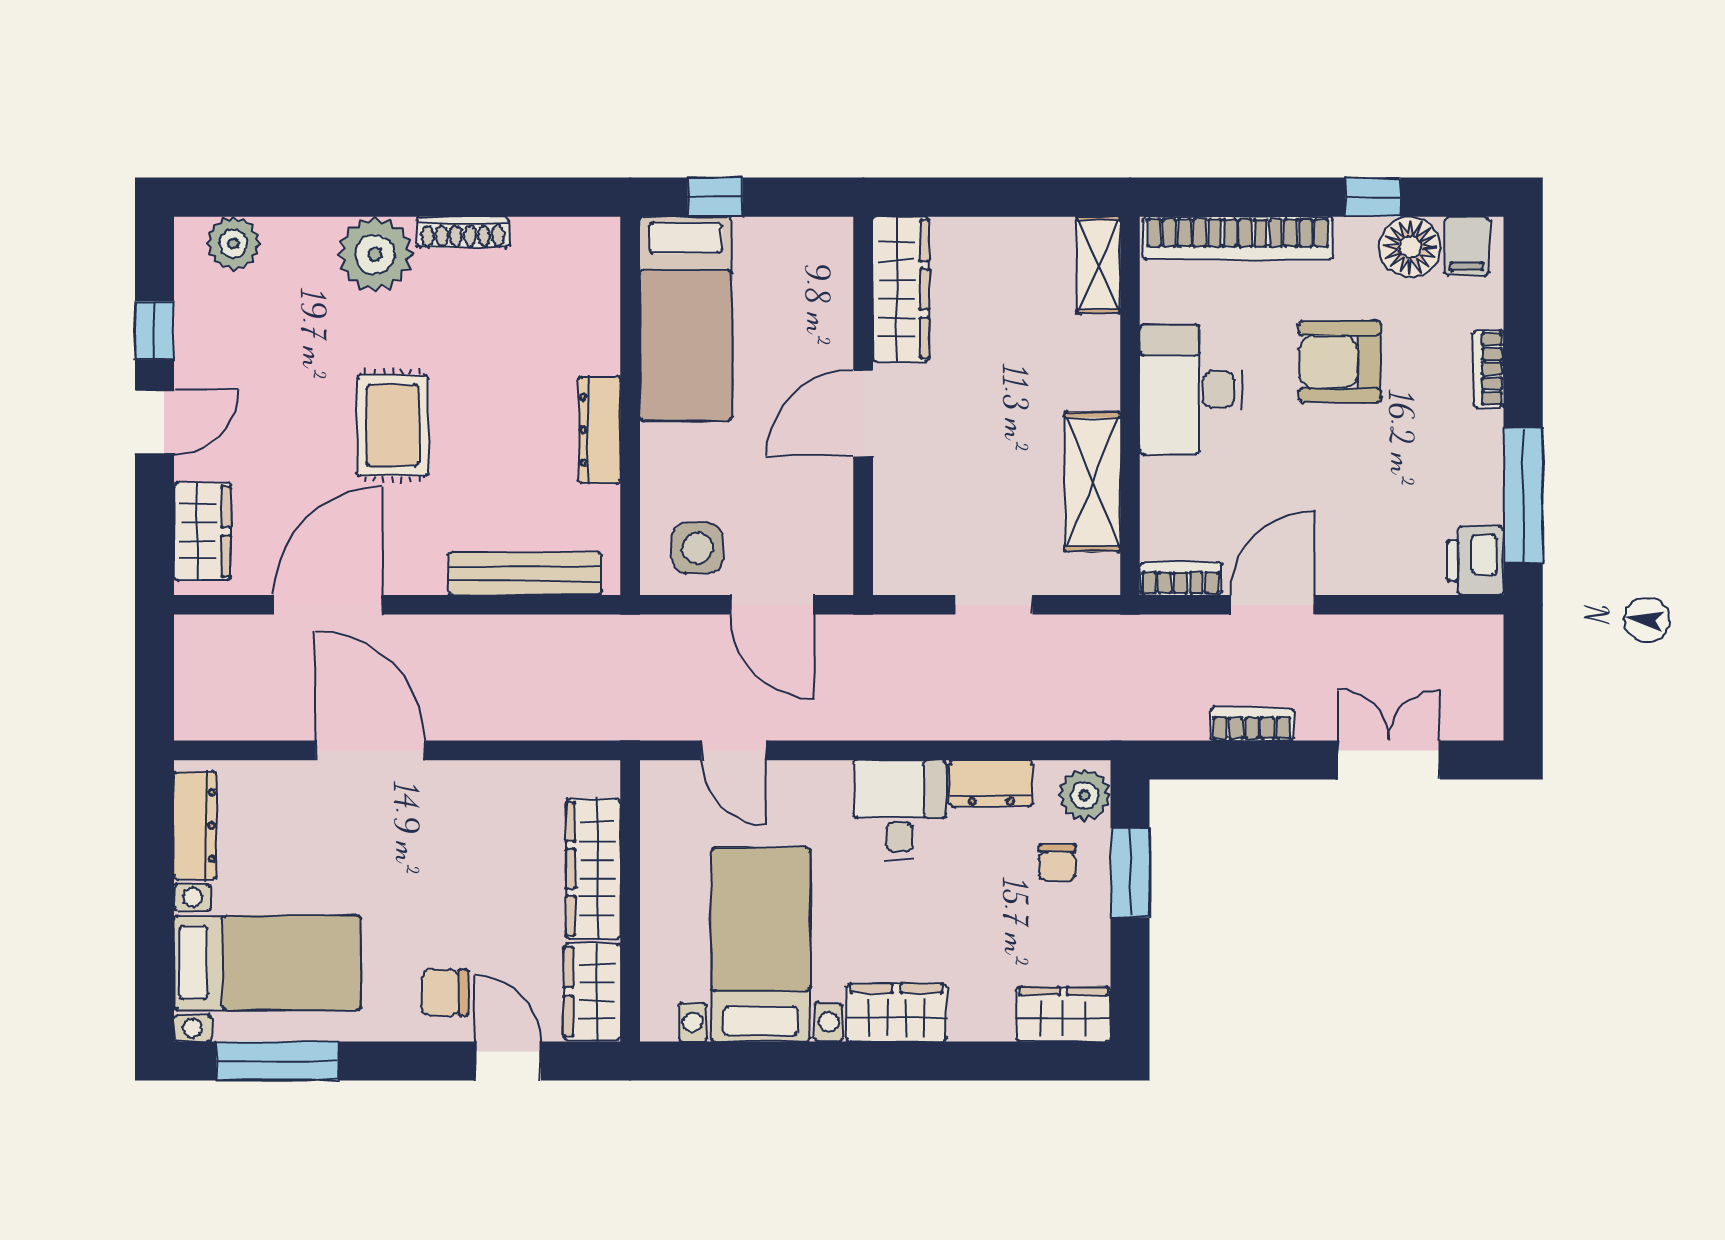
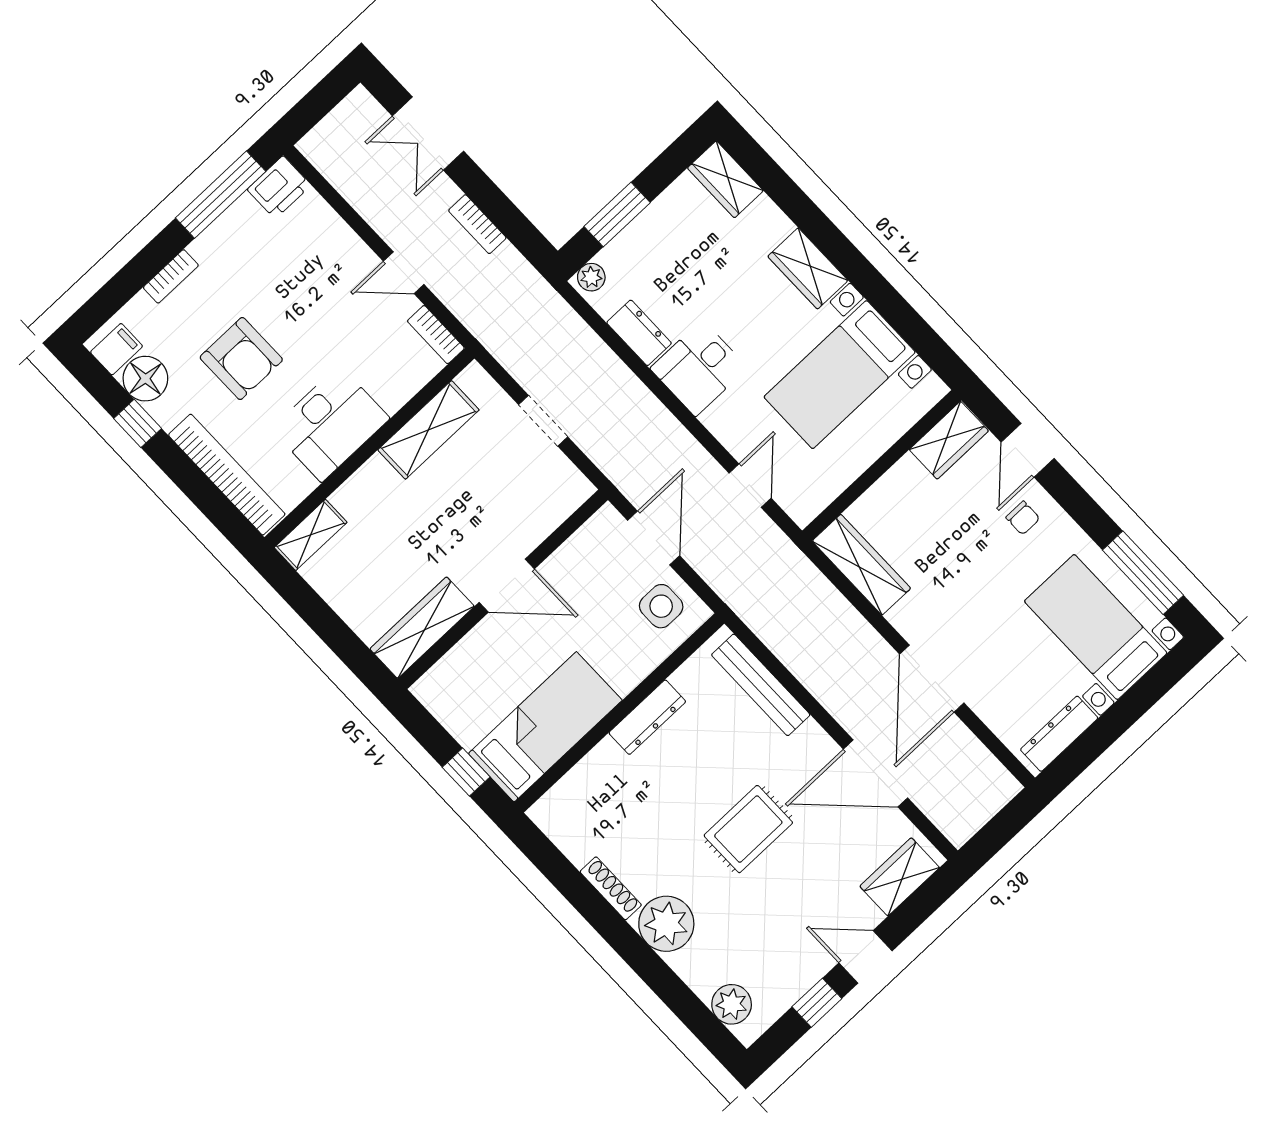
door: (1273, 605) -> (404, 273), width x0.73
plant: (1085, 795) -> (591, 277), width x0.73, depth x0.73
chair: (1057, 863) -> (648, 258), removed
wardrobe: (593, 869) -> (861, 565), moved, turned -90
chair: (445, 993) -> (1023, 518), width x0.73, depth x0.73

